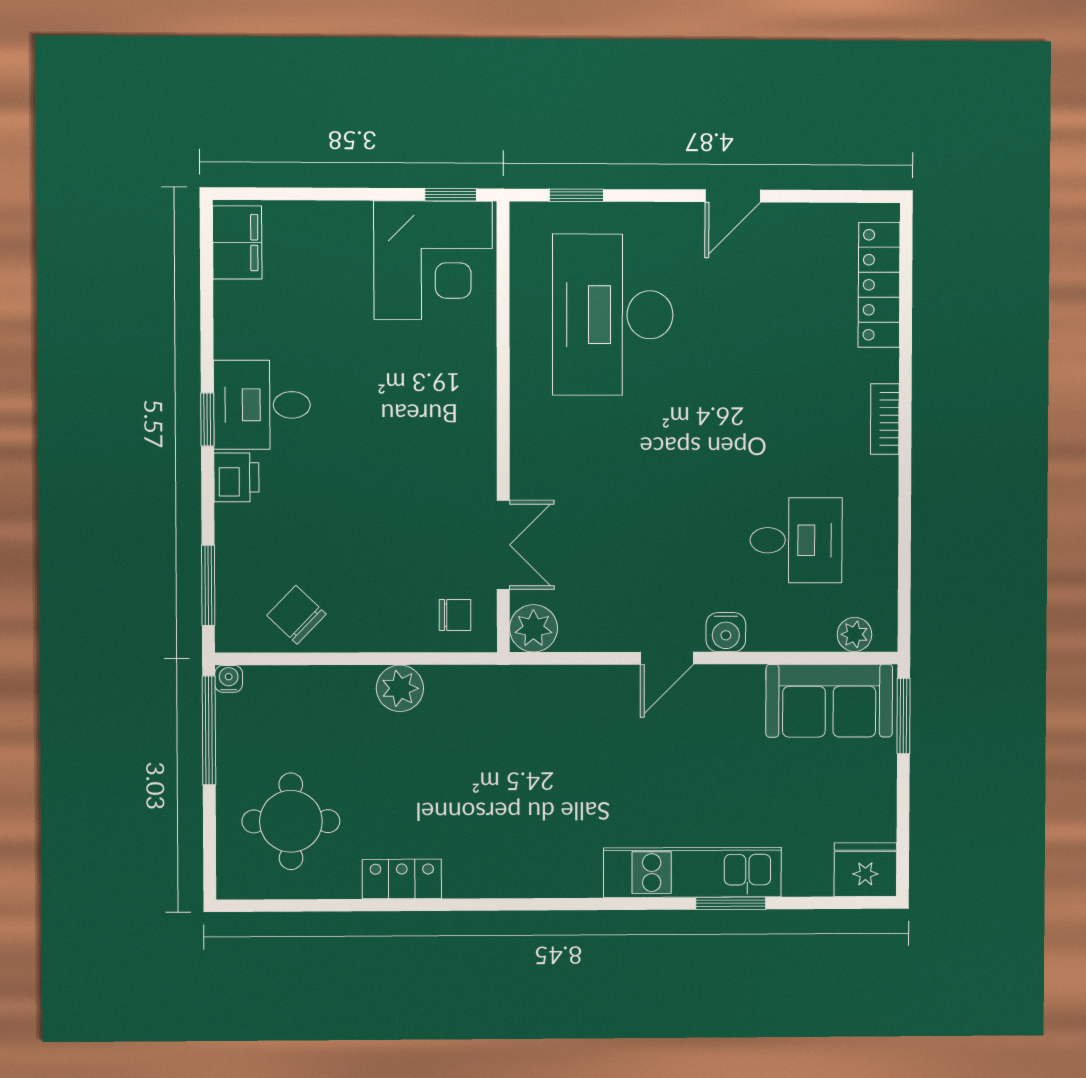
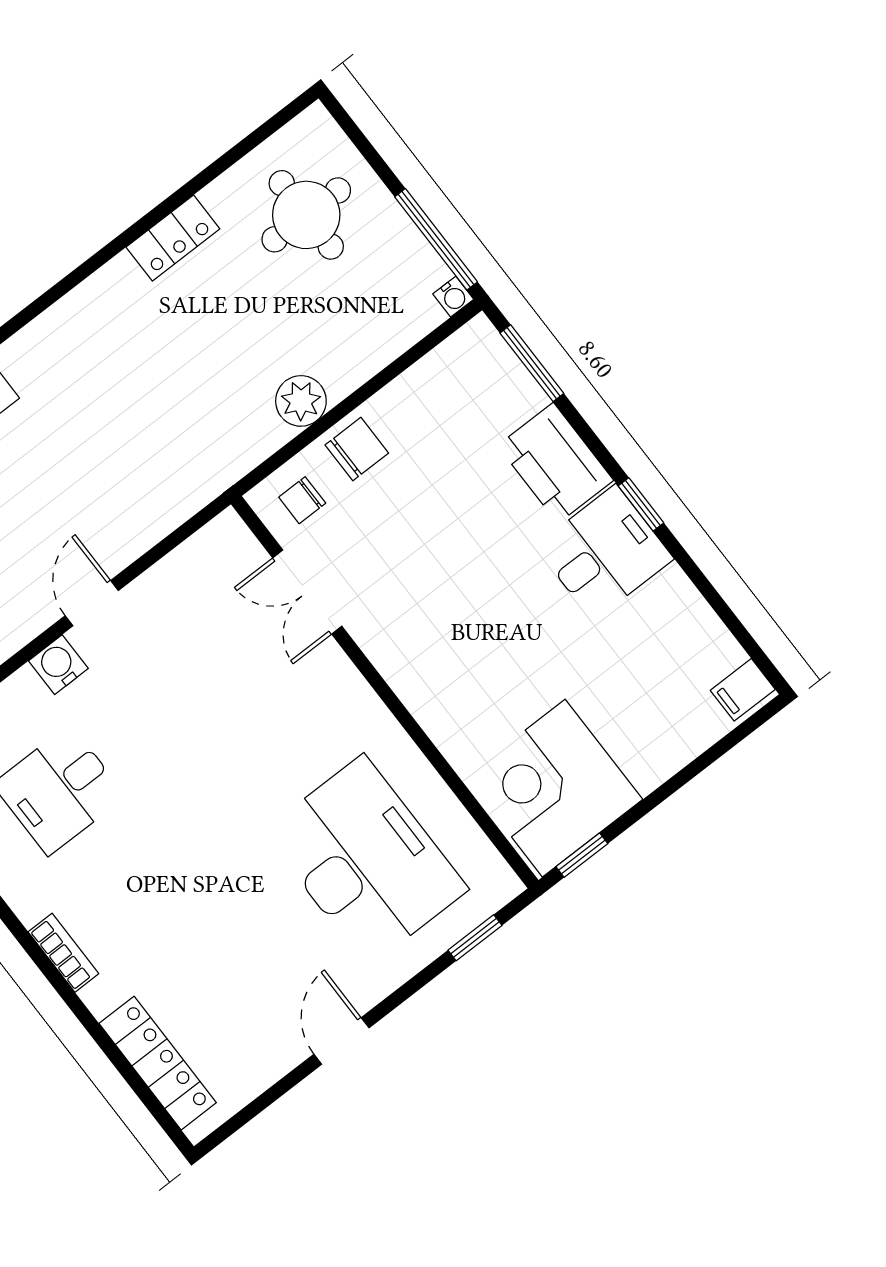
filing cabinet: (237, 242) -> (743, 690), width x0.50
printer: (236, 477) -> (555, 463), width x1.87, depth x1.48
chair: (296, 615) -> (357, 449), moved, turned -44
plant: (533, 628) -> (226, 540), removed

